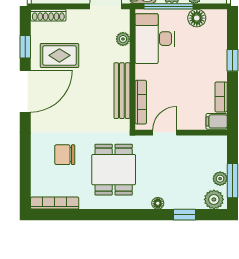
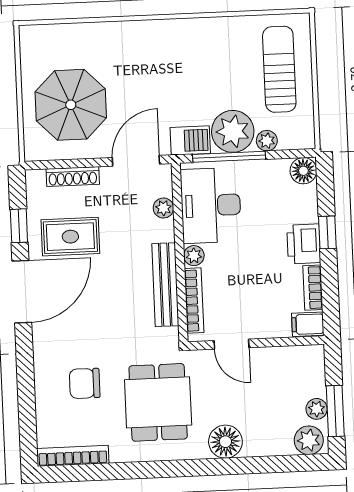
shoe rack: (48, 15) -> (73, 176), moved
floor lamp: (197, 18) -> (303, 171), moved
printer: (216, 67) -> (304, 244), added
plant: (142, 72) -> (194, 256), added
door: (165, 133) -> (231, 344), swing flipped
floor lamp: (158, 203) -> (225, 442), width x1.89, depth x1.89
window: (185, 215) -> (266, 465), removed

